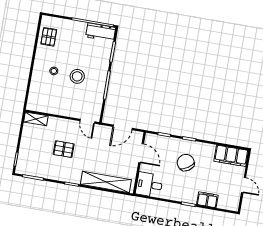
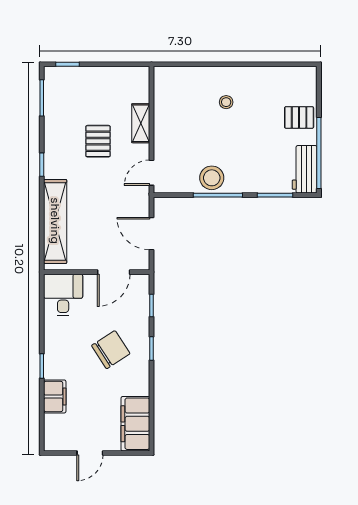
pallet: (49, 37) -> (299, 117), moved
stool: (77, 76) -> (212, 178), moved
shelving: (36, 119) -> (141, 123), moved

